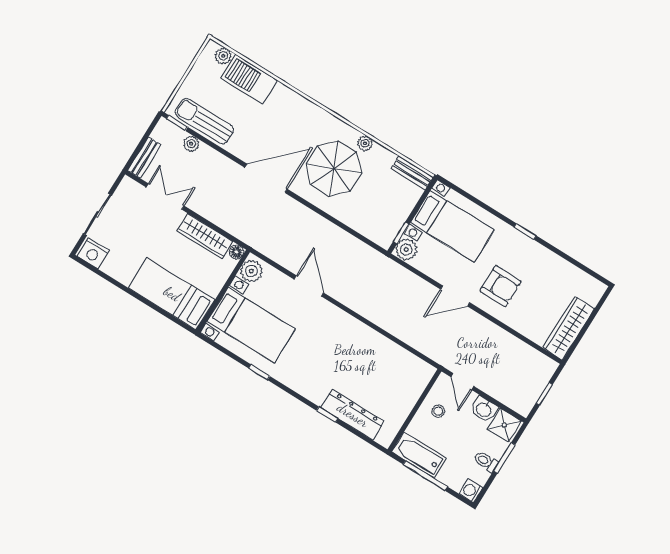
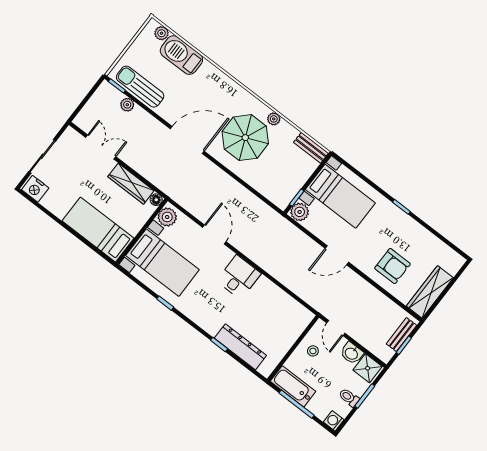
bench: (144, 158) -> (401, 335), moved
armchair: (501, 286) -> (392, 266), moved
desk: (342, 333) -> (239, 277), added

